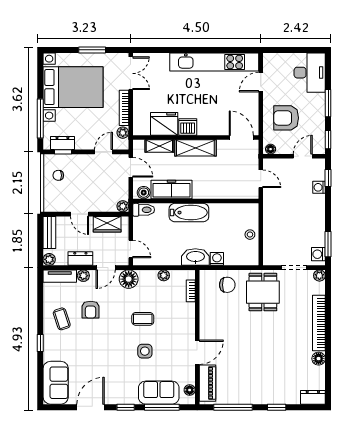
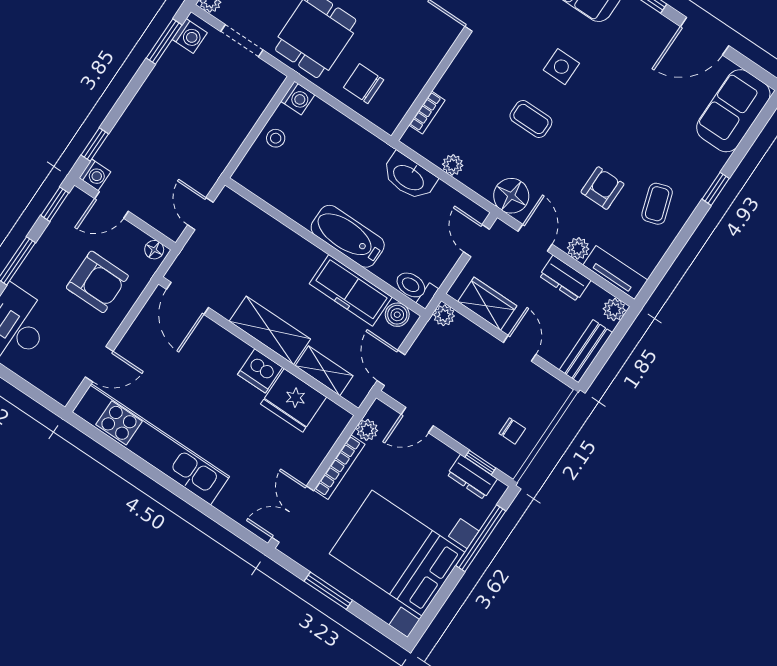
washing machine: (319, 187) -> (95, 175), moved
washbasin: (195, 257) -> (409, 177), moved
washing machine: (217, 259) -> (298, 98), moved, turned -90
door: (106, 268) -> (535, 238), hinge flipped

